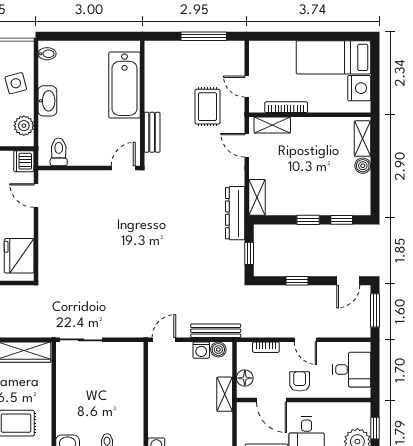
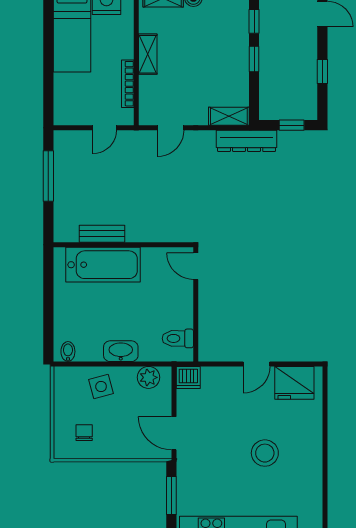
rug: (207, 107) -> (127, 172), removed
shelving: (272, 125) -> (148, 54), moved
bench: (152, 132) -> (102, 234), moved
door: (36, 196) -> (257, 364), moved

